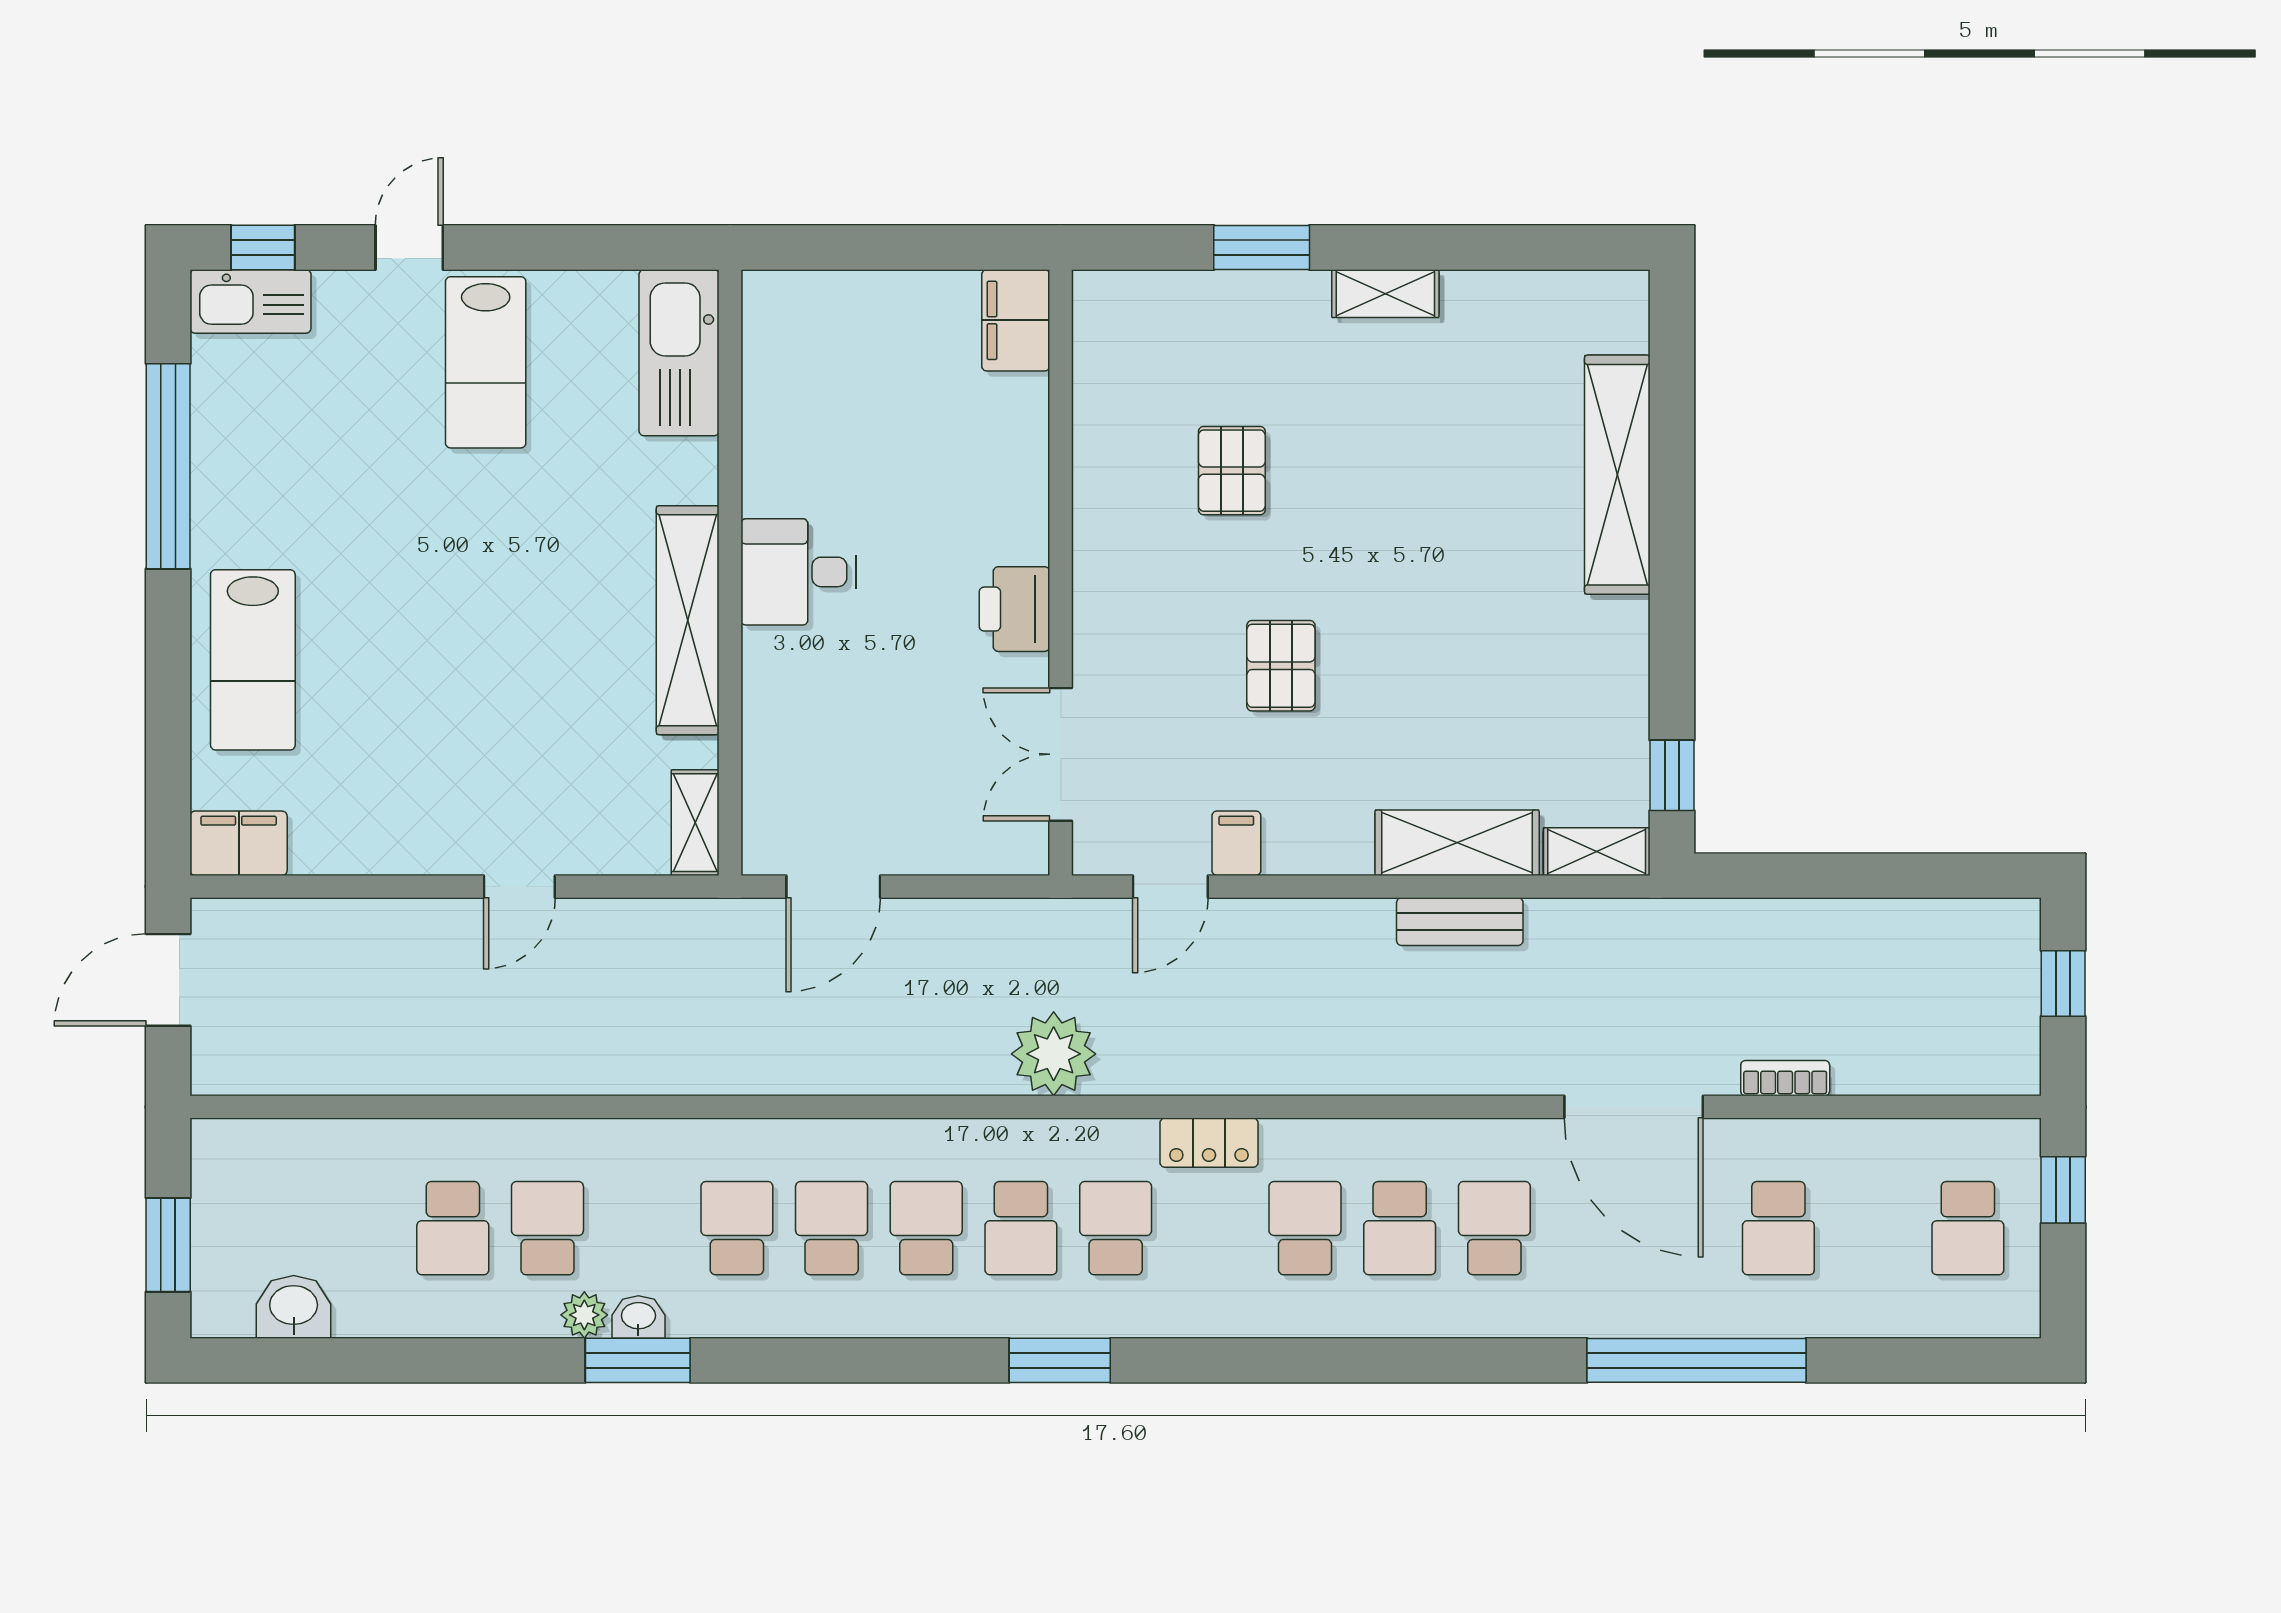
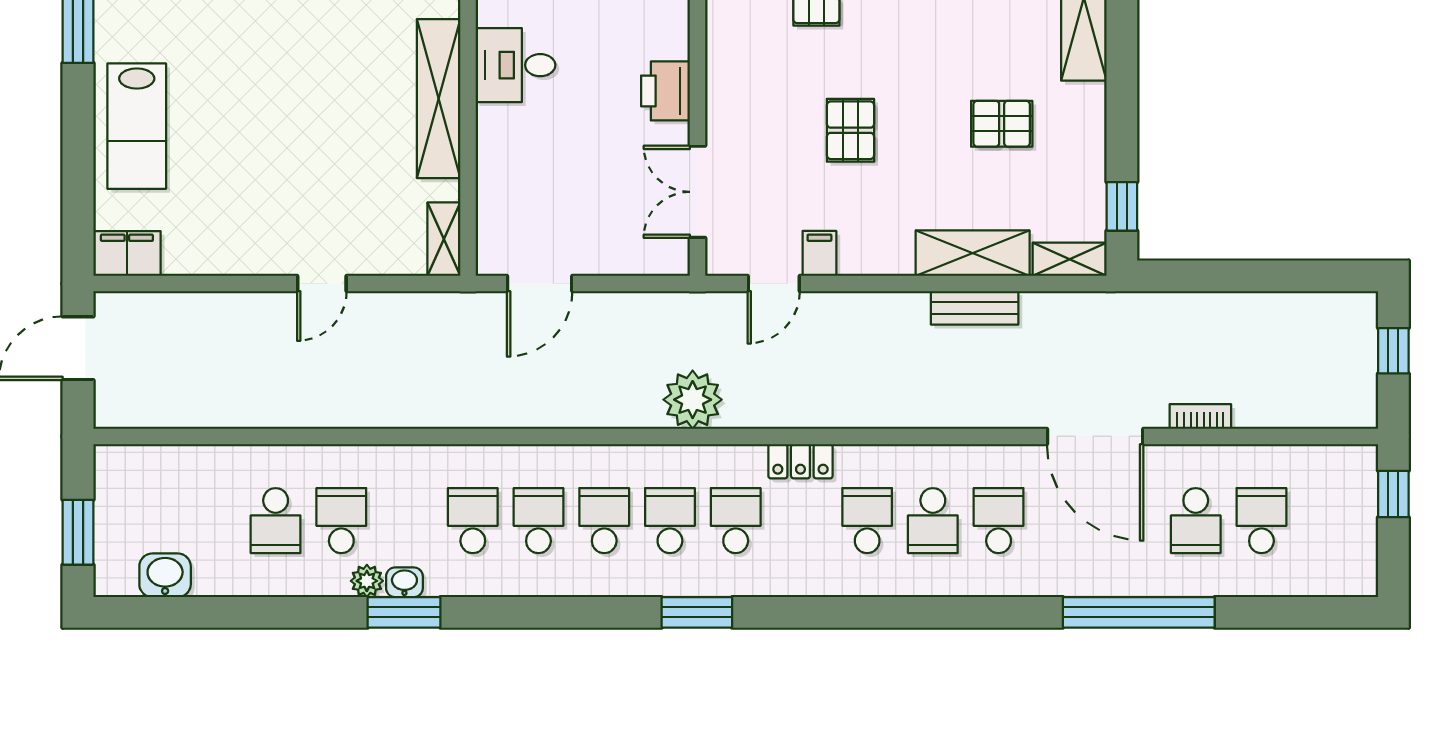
pallet: (1499, 656) -> (1002, 124), added
school desk: (1021, 1228) -> (670, 521), turned 180
school desk: (1968, 1228) -> (1261, 521), moved, turned 180

